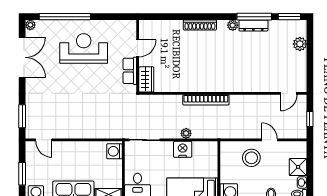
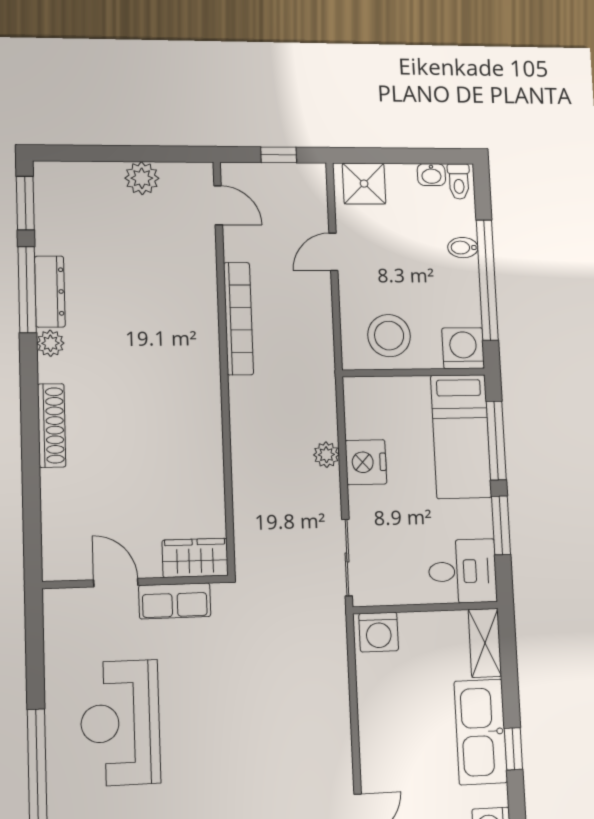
plant: (300, 44) -> (142, 178), moved
bookcase: (206, 100) -> (238, 319), moved
stool: (251, 158) -> (389, 336), moved
shower: (298, 167) -> (364, 184), moved

